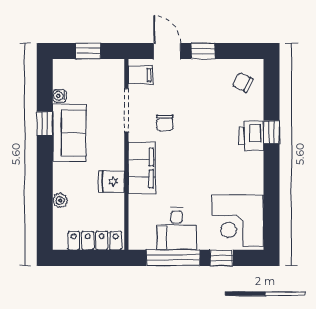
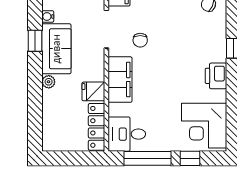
printer: (251, 136) -> (216, 76), moved
plant: (60, 200) -> (49, 82), moved
desk: (177, 229) -> (127, 134), moved, turned 90
locker: (95, 241) -> (97, 127), moved, turned -90

